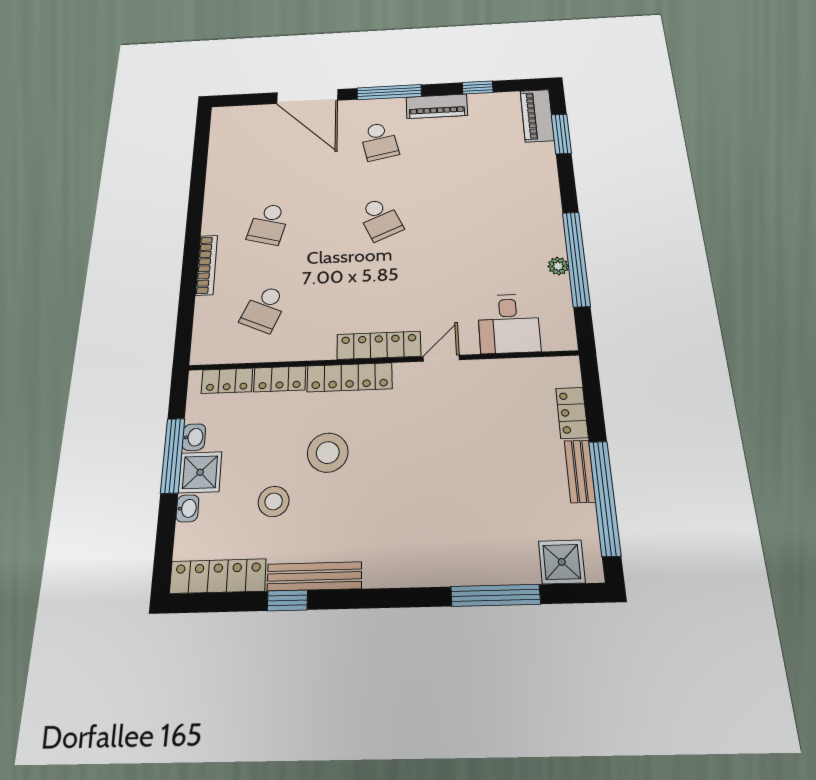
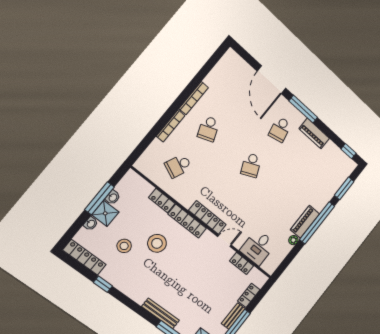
window: (478, 87) -> (349, 151), moved
piano: (537, 116) -> (305, 222), moved
bookcase: (212, 204) -> (194, 98), added
school desk: (269, 224) -> (209, 129), turned -36
window: (576, 259) -> (317, 223), moved
locker: (227, 381) -> (242, 263), moved
bench: (314, 576) -> (161, 313), moved

